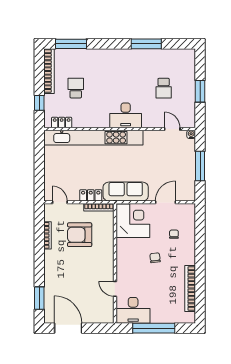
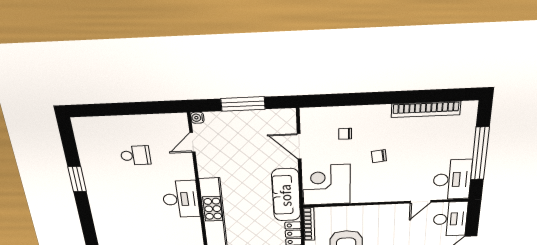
window: (146, 44) -> (77, 179), width x0.69
window: (200, 91) -> (132, 109), removed
desk: (99, 311) -> (450, 219), added

